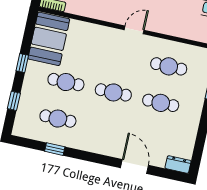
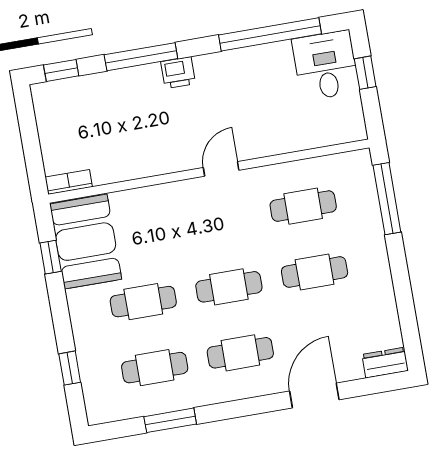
window: (22, 63) -> (51, 257), moved
cafe table: (105, 129) -> (240, 353), added
window: (55, 149) -> (170, 420), width x1.50
door: (135, 167) -> (314, 395), hinge flipped

